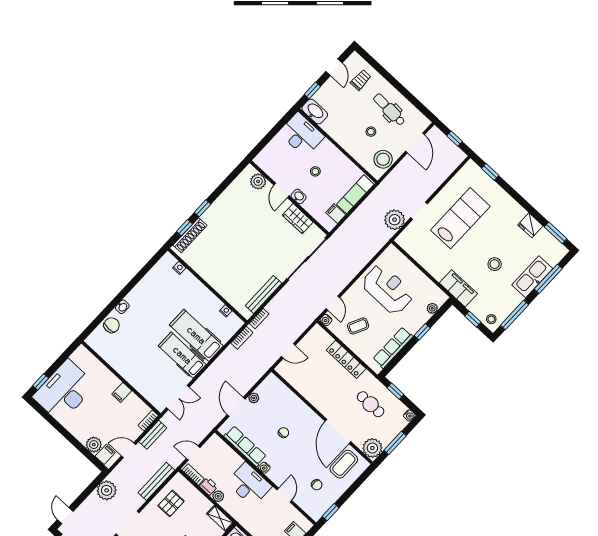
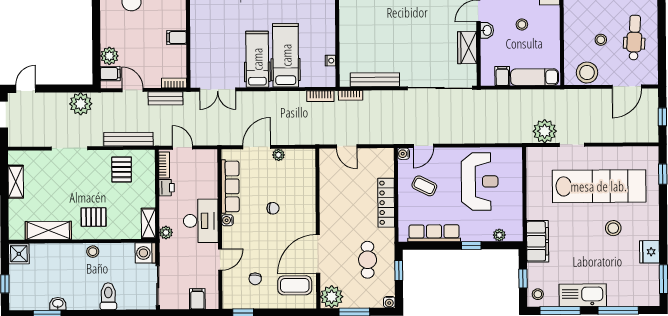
lab bench: (460, 218) -> (599, 186), width x1.36
stool: (495, 264) -> (613, 228), moved
kitchen sink: (532, 277) -> (583, 295), moved
plant: (218, 496) -> (166, 233), moved
pallet: (171, 503) -> (122, 170), turned 90

